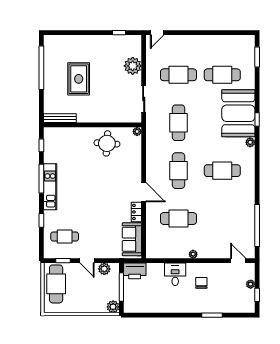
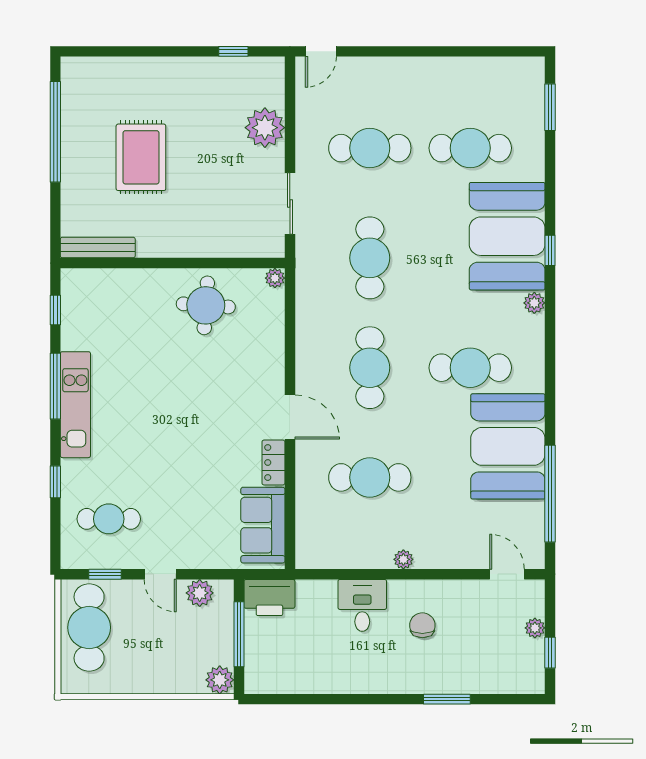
booth: (239, 205) -> (508, 446), added

